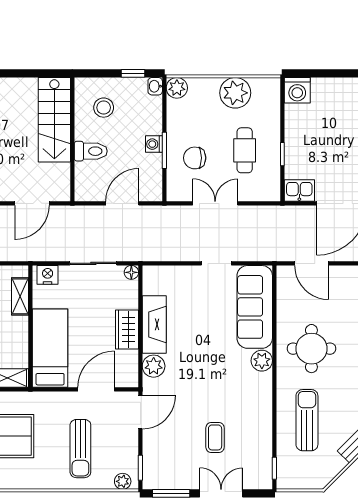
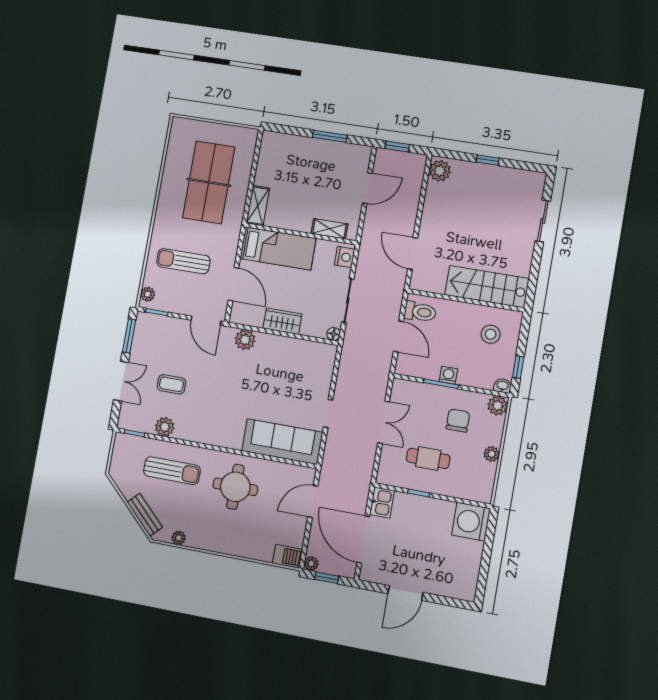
washing machine: (297, 90) -> (471, 522), width x1.37, depth x1.37
plant: (235, 93) -> (492, 454), width x0.53, depth x0.53
toilet: (91, 151) -> (420, 312), moved, turned -90
chair: (195, 158) -> (458, 420), moved
fireplace: (154, 324) -> (282, 347), removed
plant: (262, 361) -> (165, 427), moved

